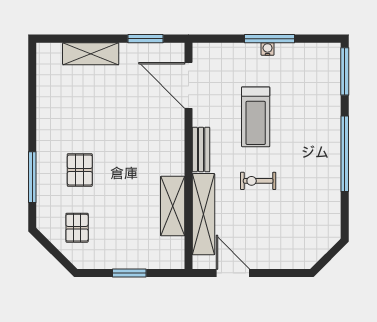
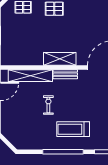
treadmill: (256, 117) -> (73, 129), moved
shelving: (173, 206) -> (60, 59), moved

